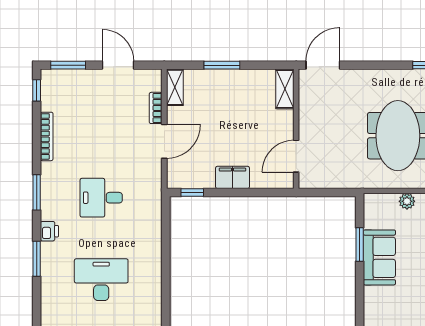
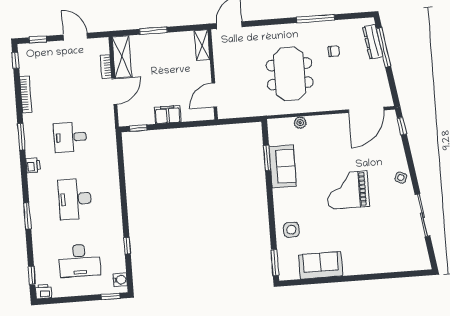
window: (68, 65) -> (38, 39), width x0.67
shelving: (175, 87) -> (122, 57), width x1.50, depth x1.33
window: (37, 259) -> (27, 216), moved
desk: (101, 280) -> (75, 199), turned -90

